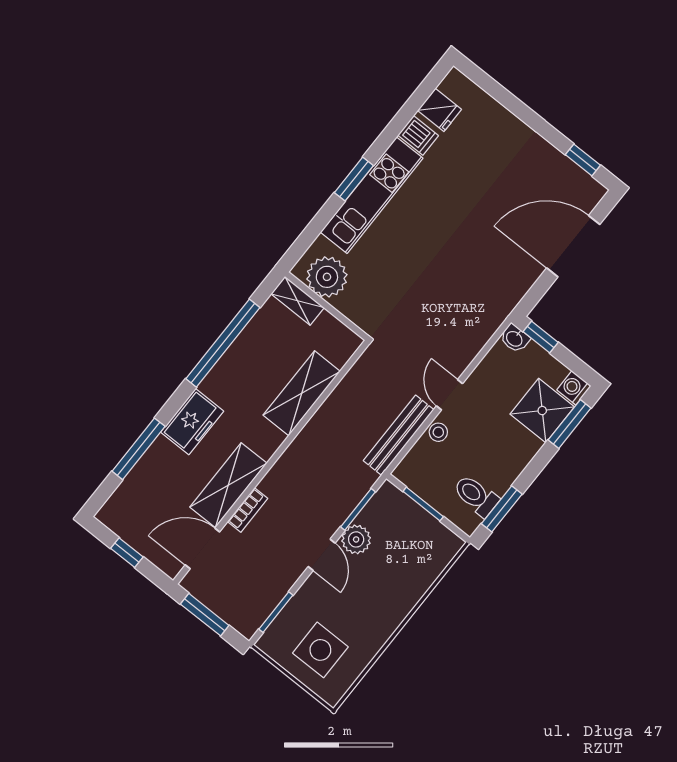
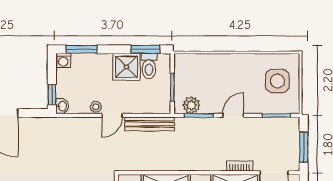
shower: (542, 411) -> (126, 67), moved
stool: (438, 432) -> (96, 107), moved
plant: (356, 539) -> (191, 105), moved

